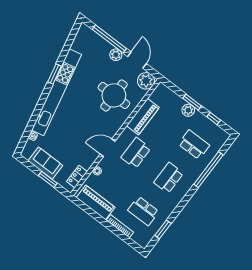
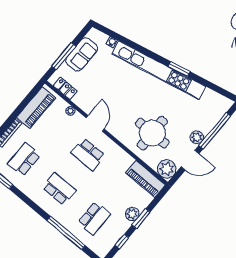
piano: (143, 117) -> (146, 179), moved
school desk: (136, 153) -> (88, 154), turned 180
window: (48, 179) -> (64, 56), width x1.44

